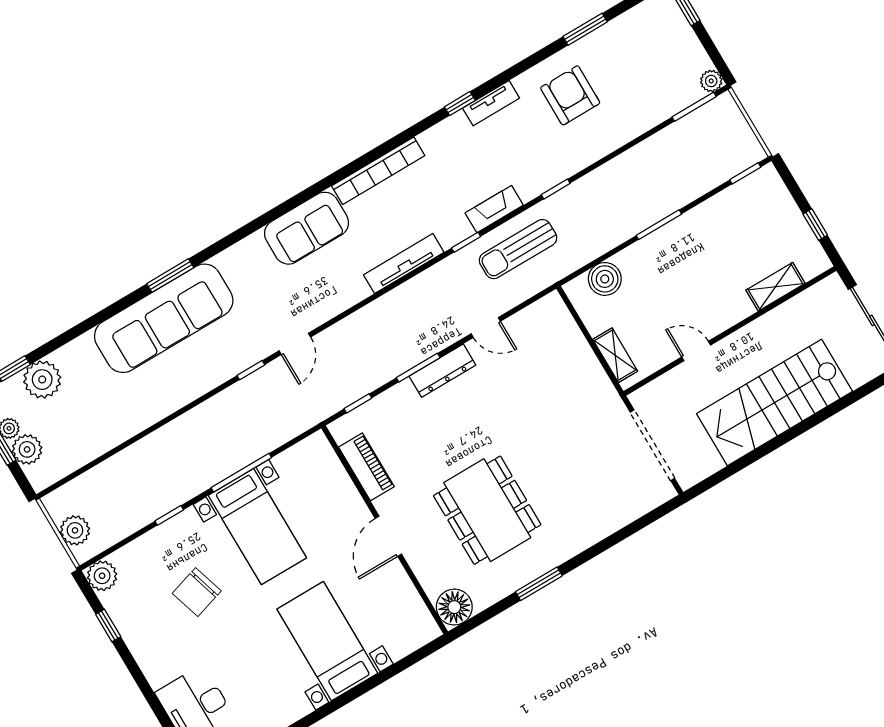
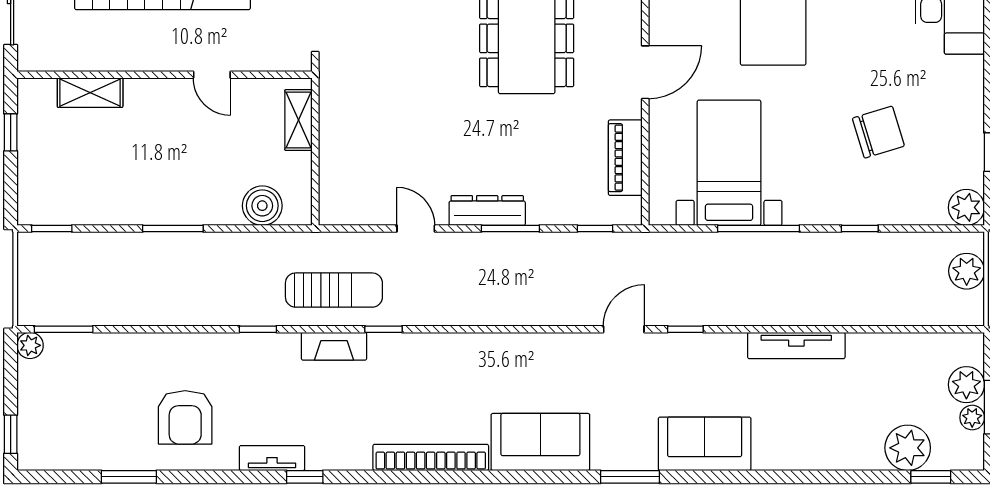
tv unit: (404, 264) -> (796, 345), moved
window: (170, 276) -> (630, 477), moved
sofa: (164, 318) -> (705, 444), width x0.54, depth x0.79
bed with nightstands: (257, 527) -> (729, 163), moved

